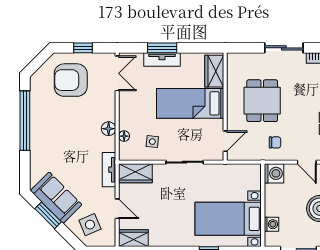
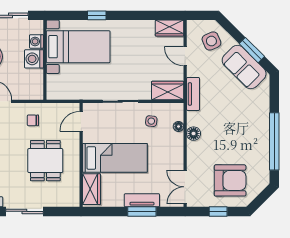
washing machine: (274, 173) -> (34, 59), moved

